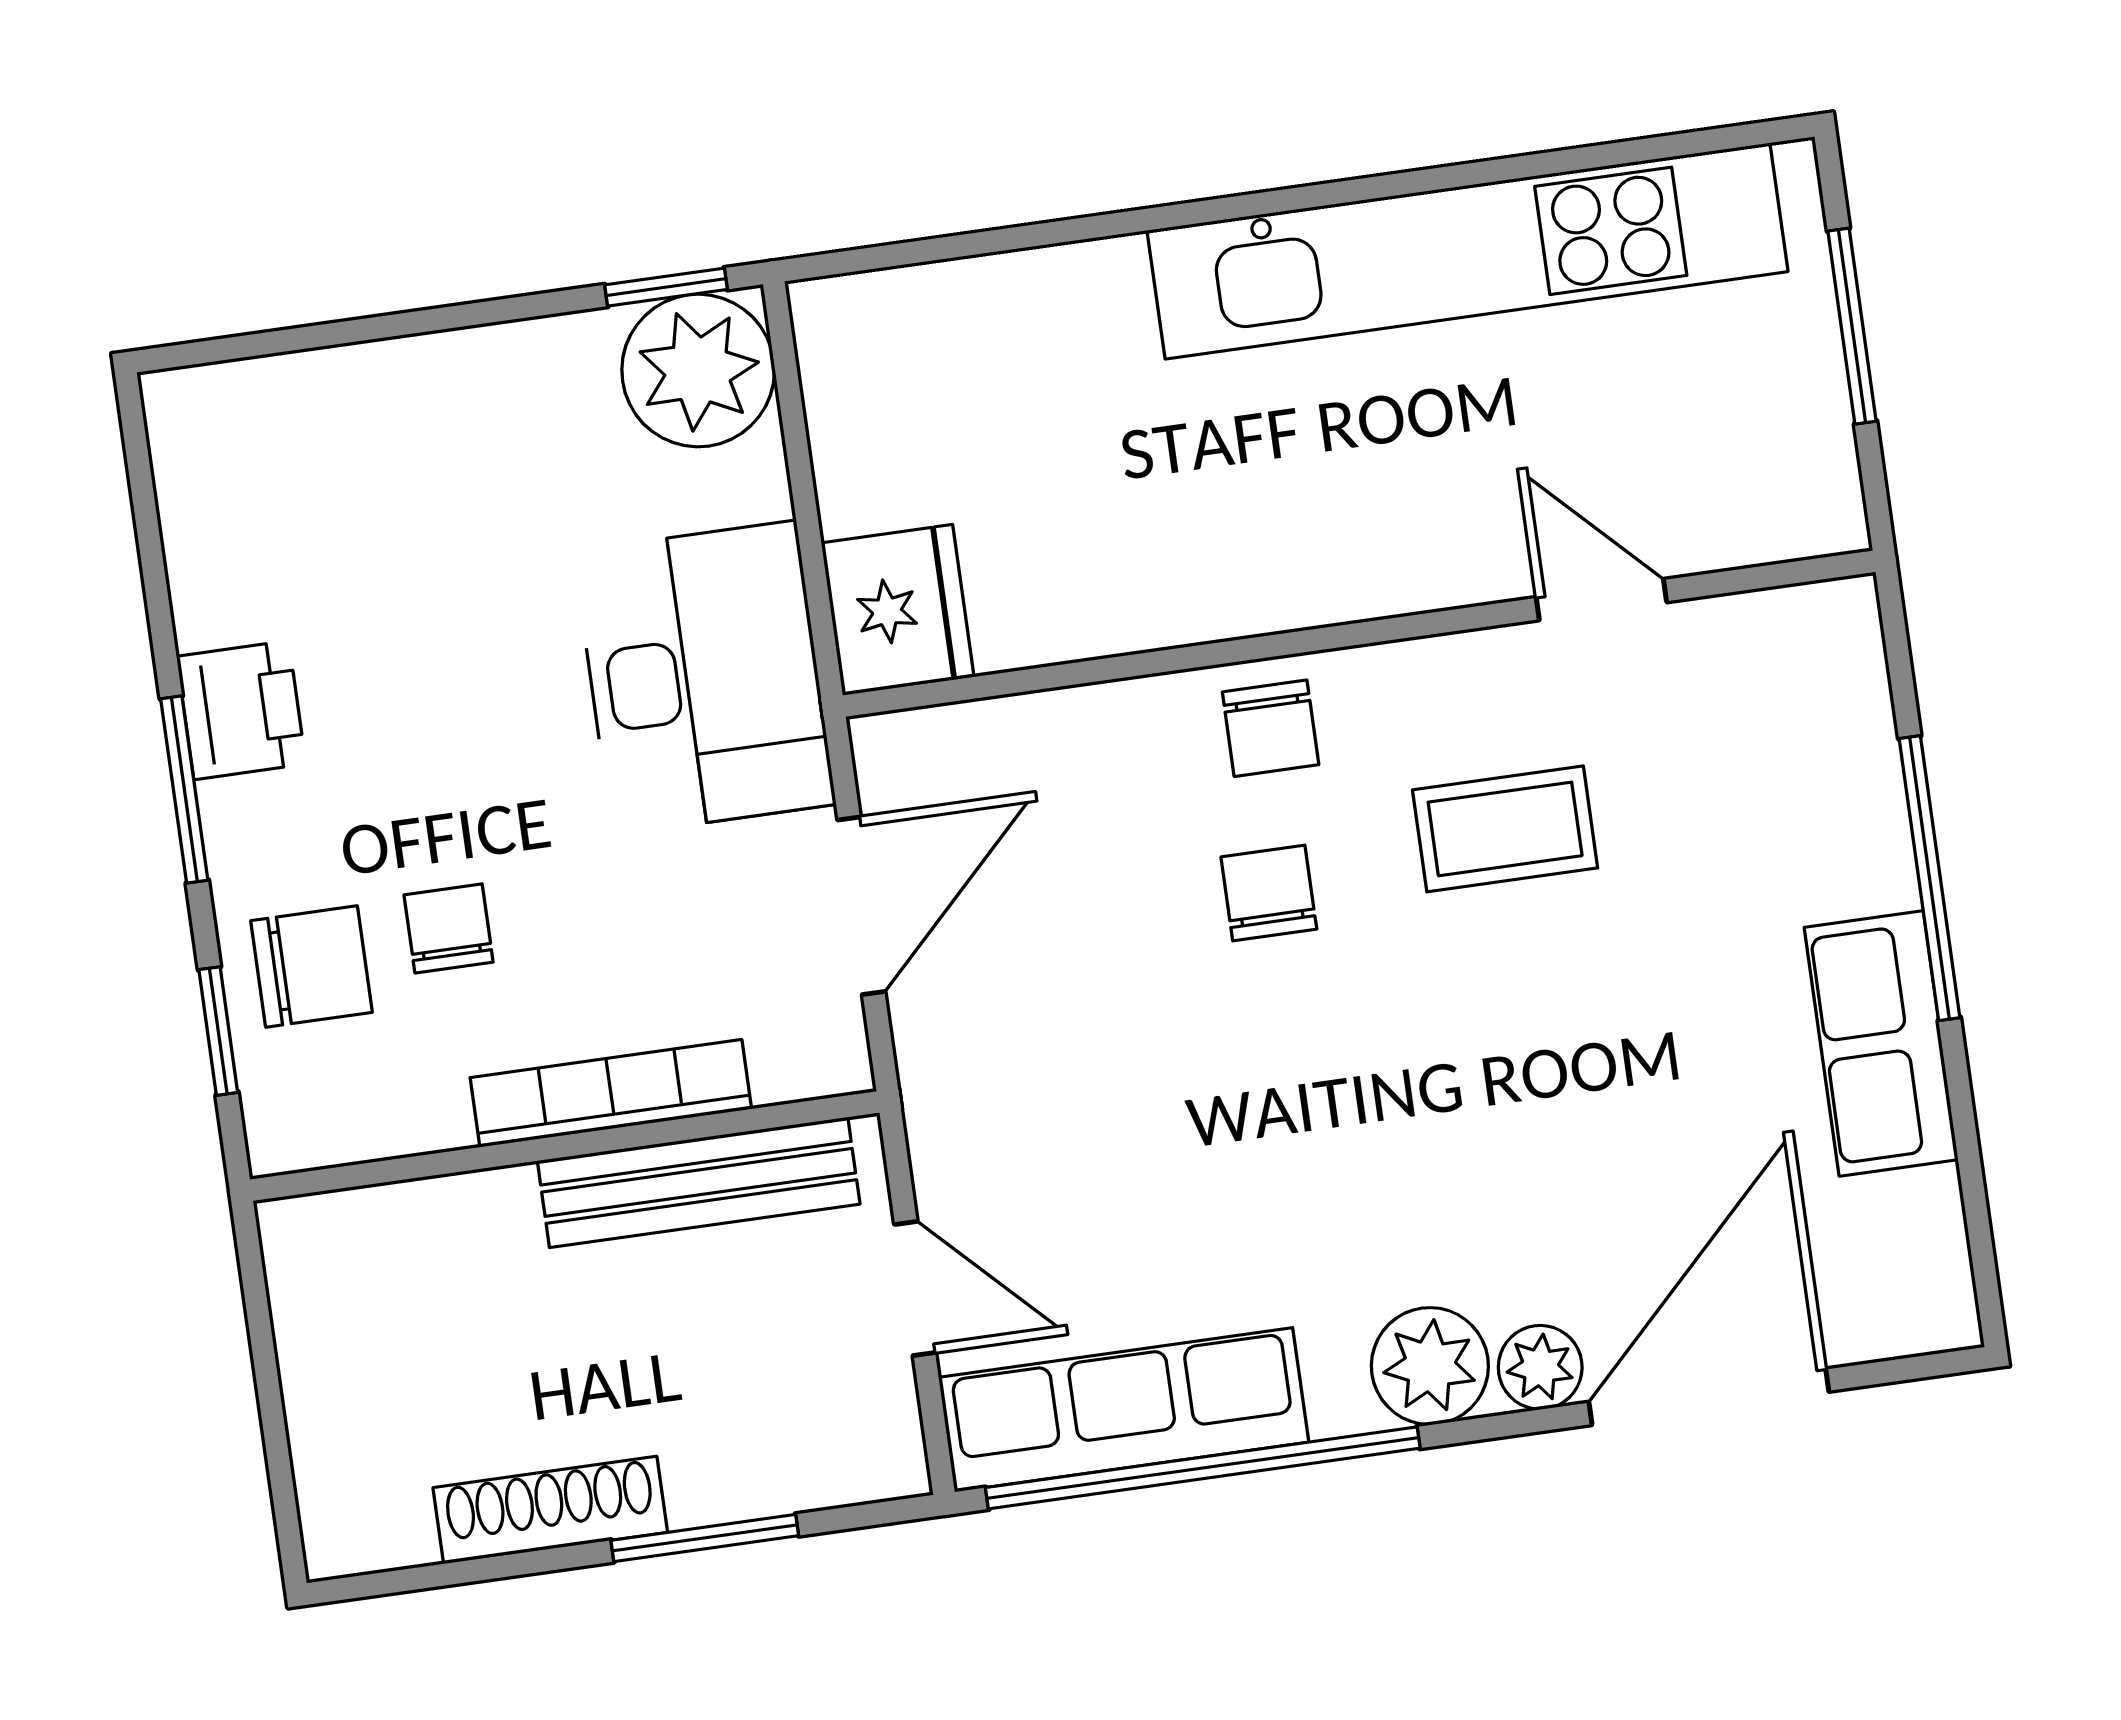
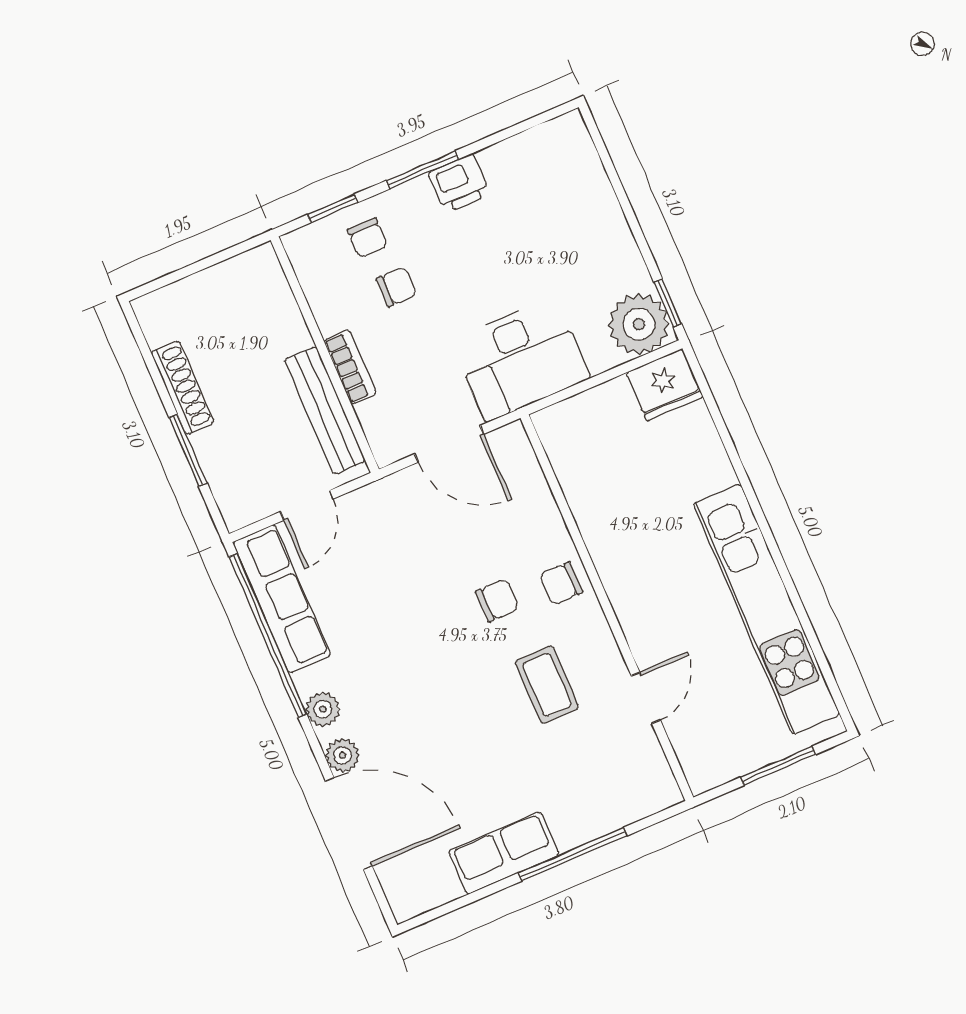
fridge: (898, 610) -> (665, 385), moved
chair: (311, 966) -> (367, 238), width x0.73, depth x0.73
bookcase: (611, 1093) -> (350, 367), width x0.64
plant: (1430, 1366) -> (323, 709), width x0.73, depth x0.73

